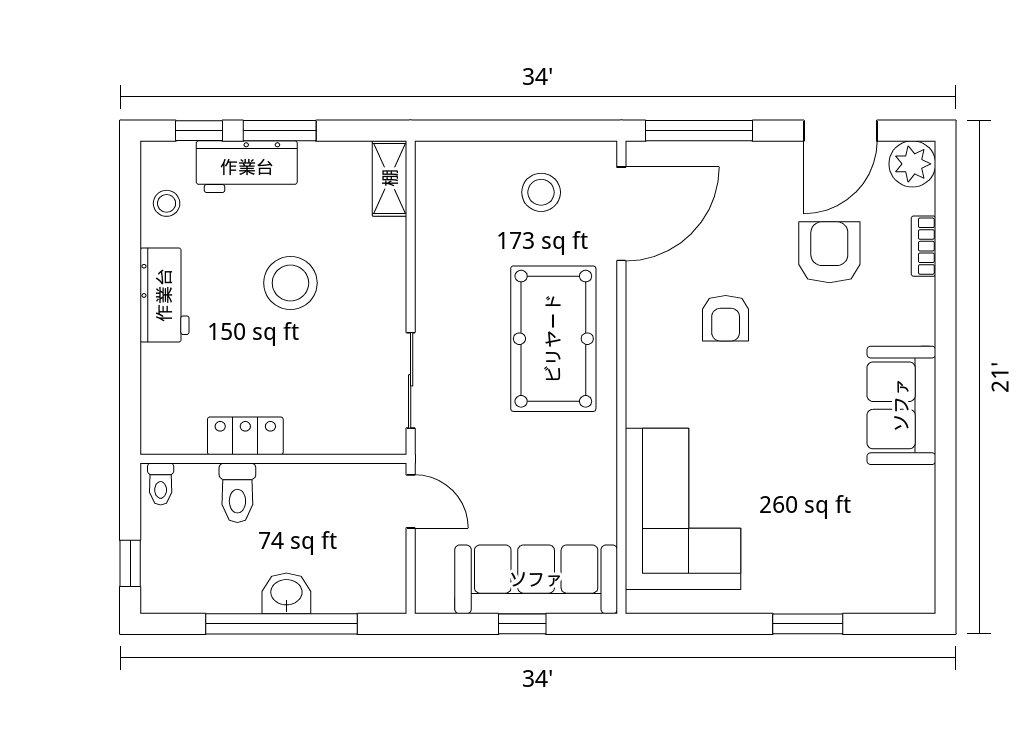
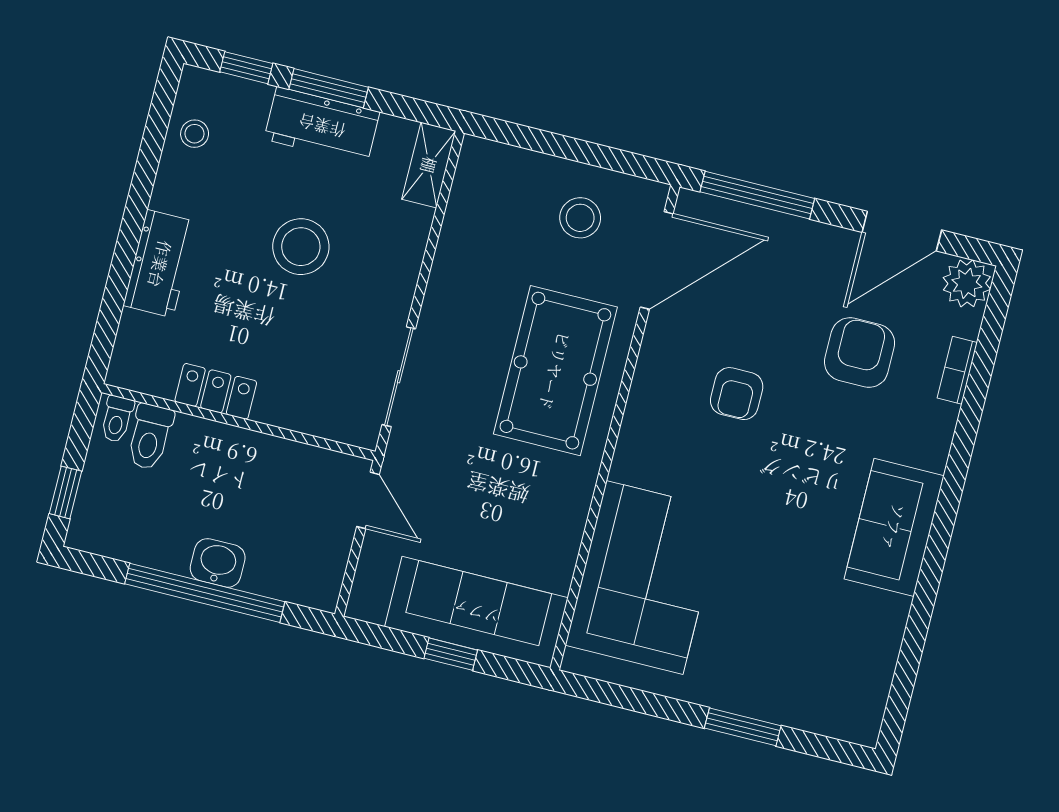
workbench: (247, 167) -> (322, 126), moved
workbench: (164, 295) -> (160, 264), moved
toilet: (237, 493) -> (150, 437), moved

